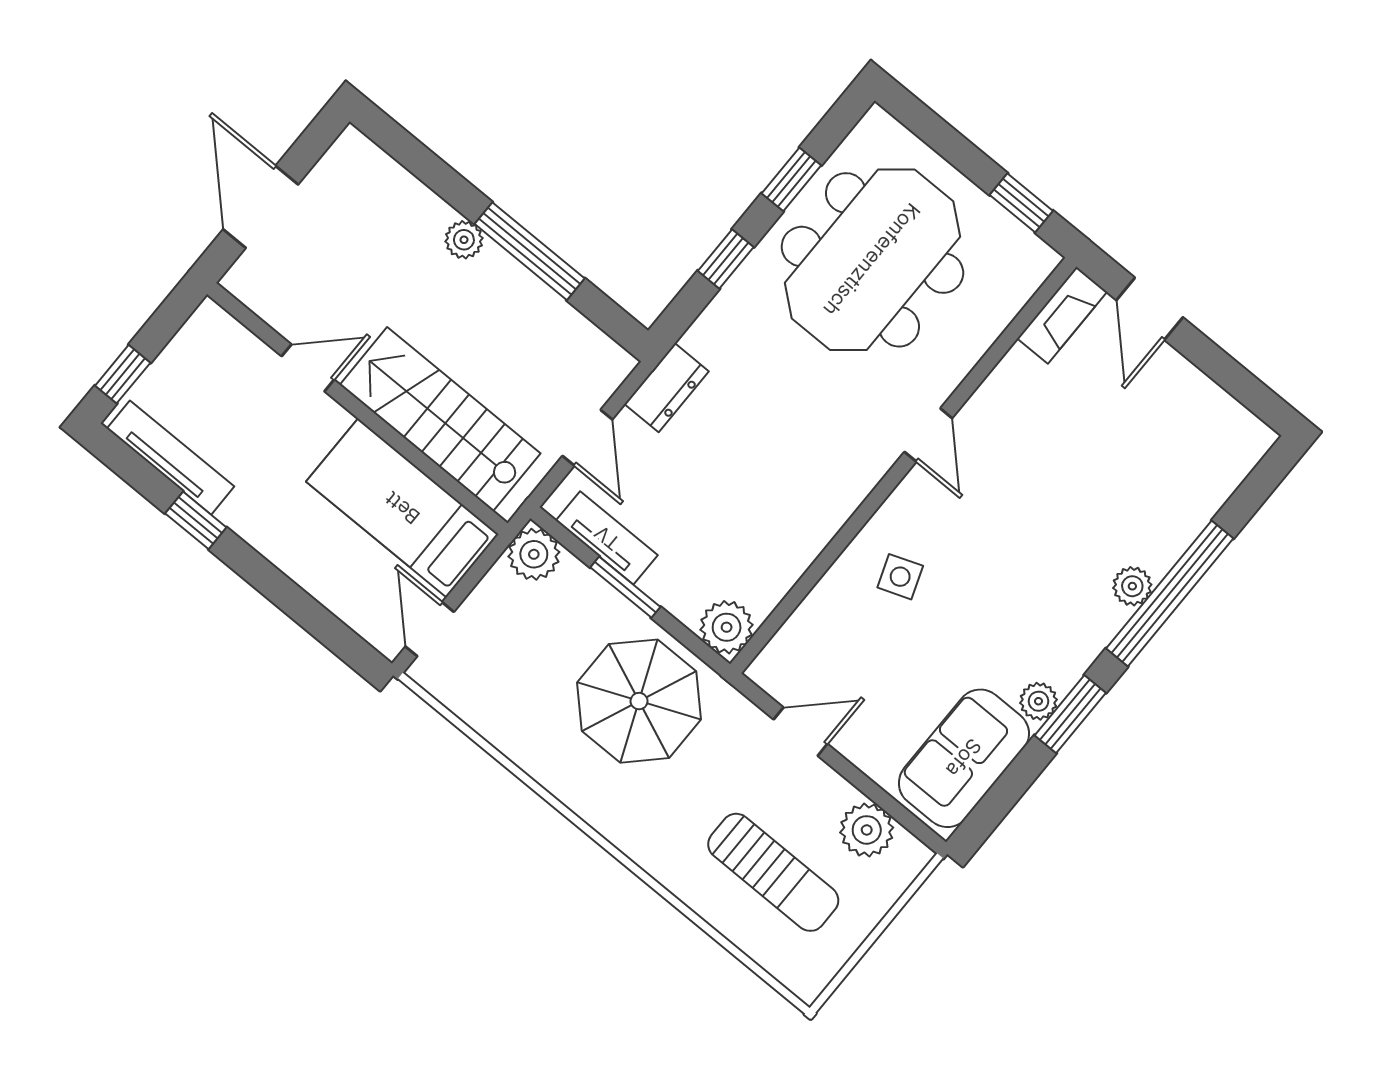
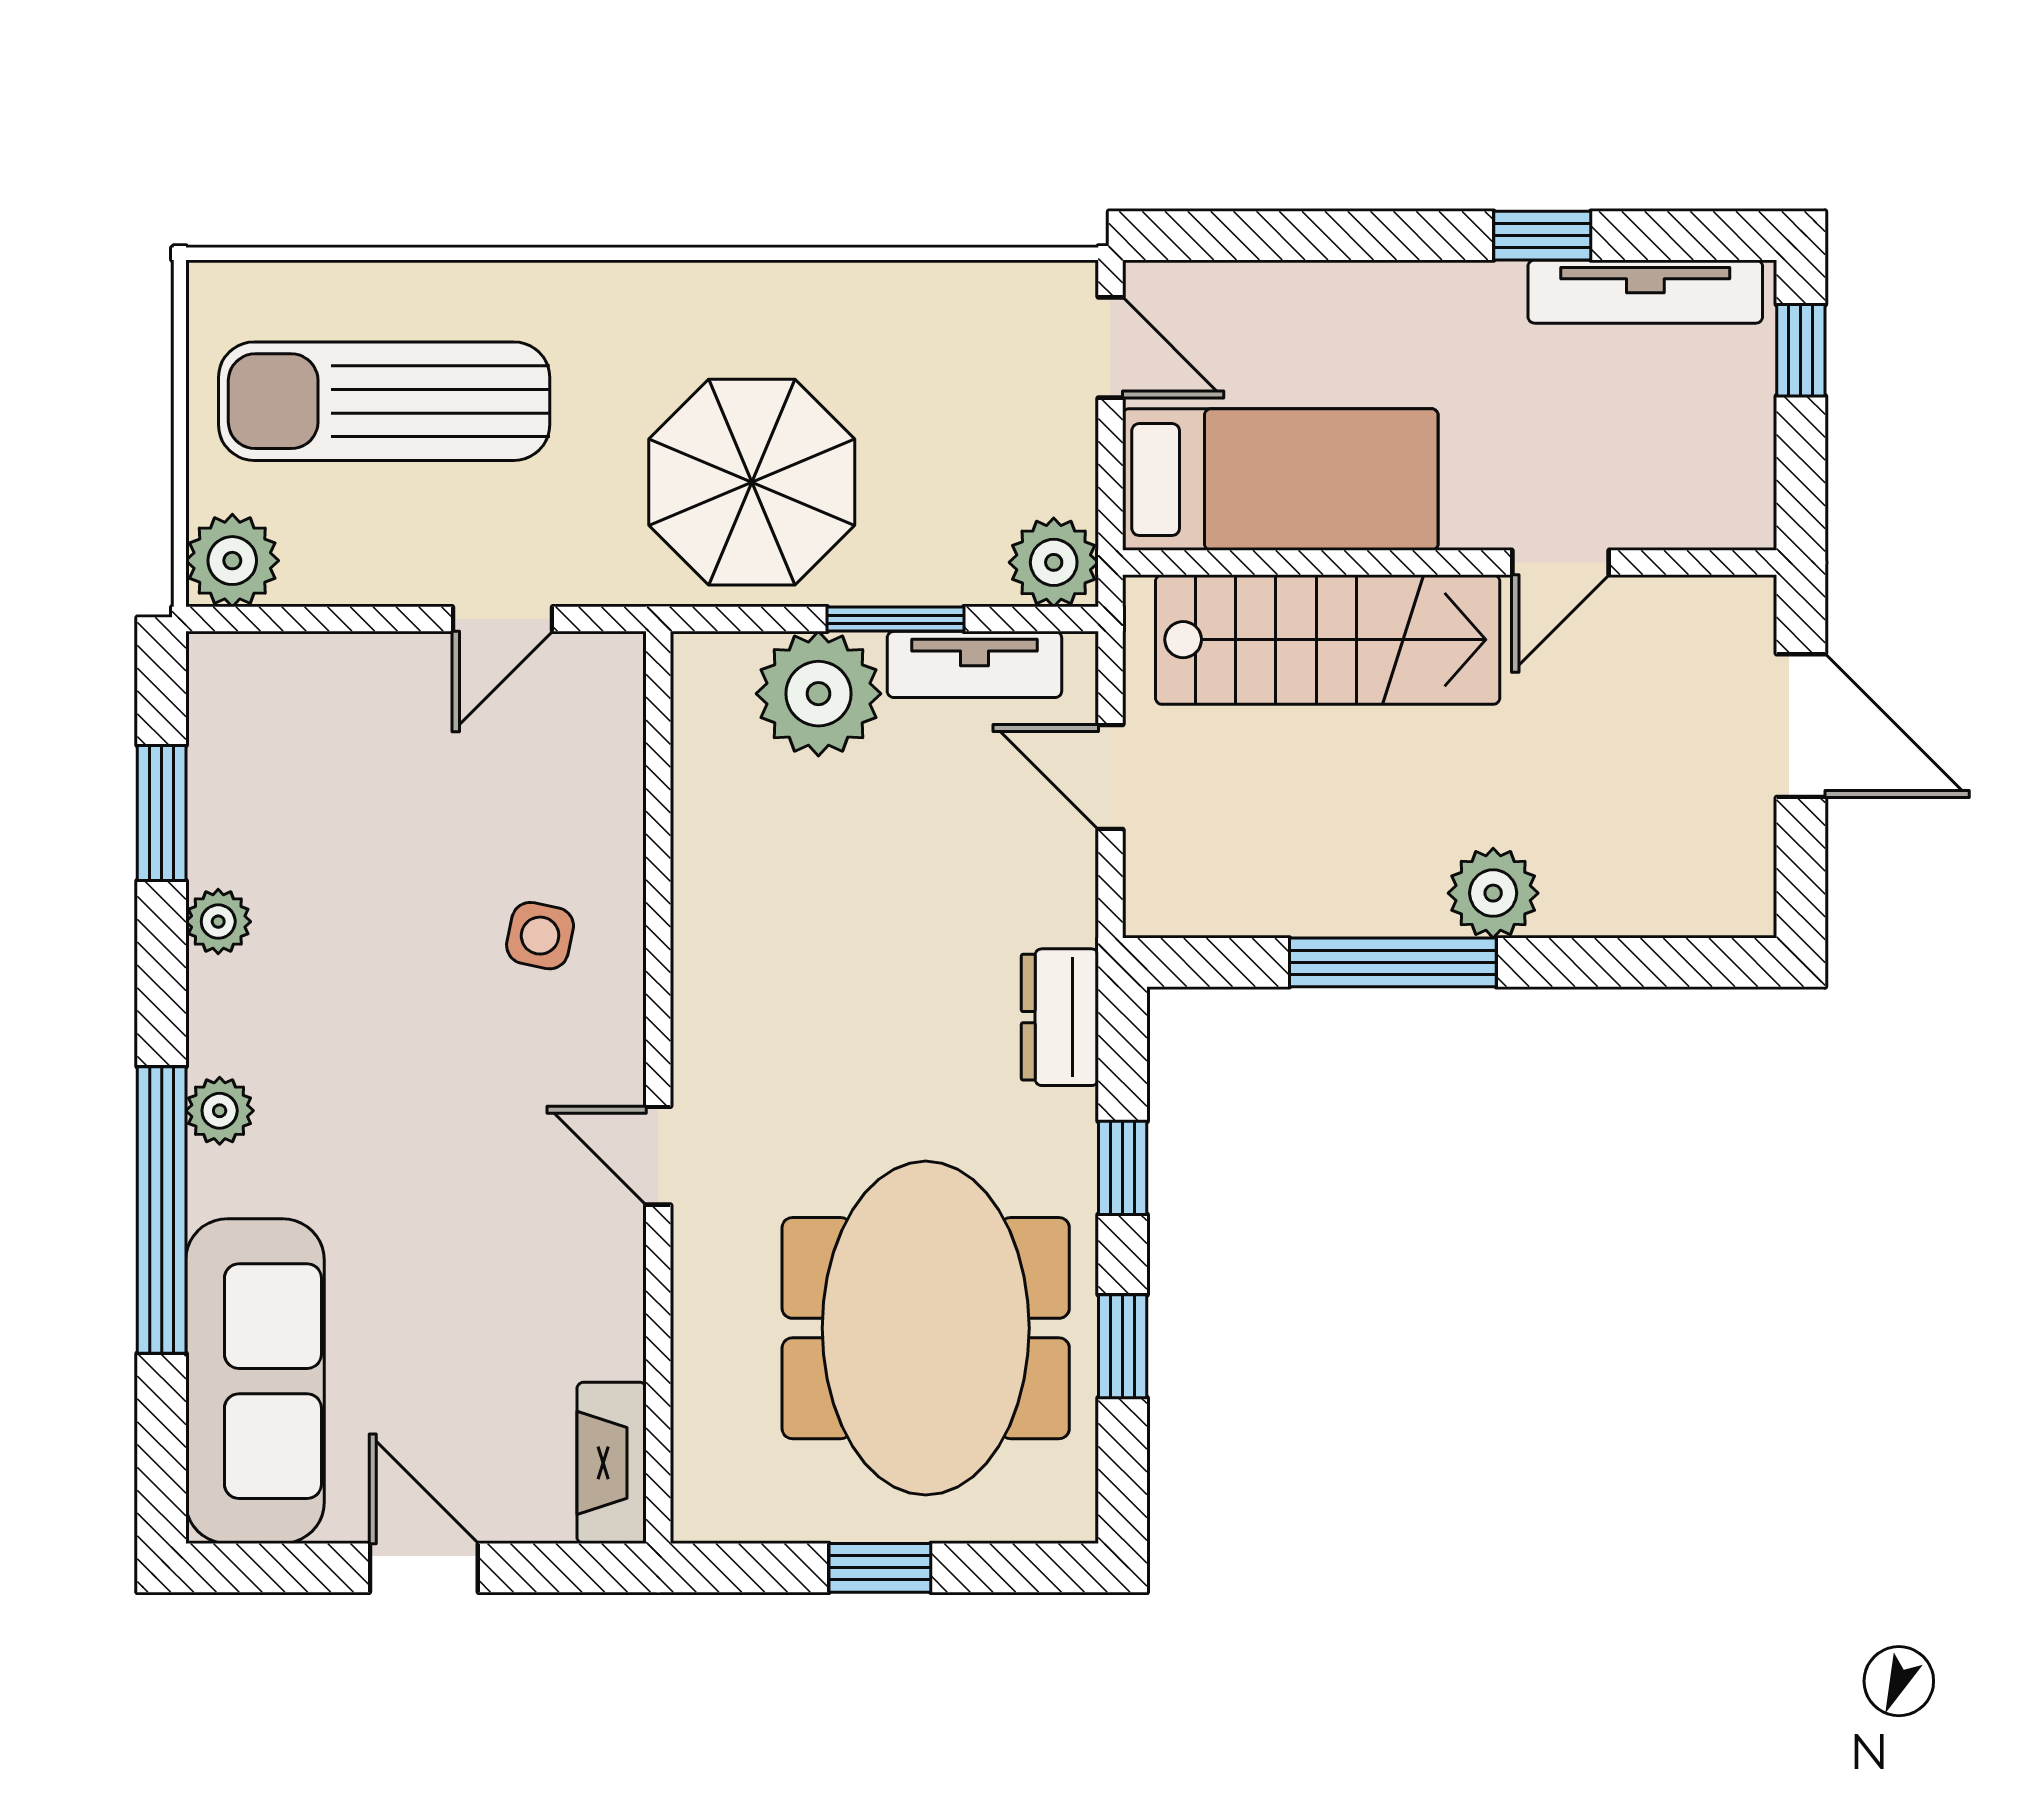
window: (1021, 203) -> (880, 1568), moved
plant: (464, 240) -> (1493, 893), width x1.38, depth x1.38
door: (1150, 309) -> (424, 1568), moved
dresser: (667, 388) -> (1060, 1017), moved
side table: (900, 577) -> (540, 936), turned 32
plant: (1132, 586) -> (220, 1111), moved
plant: (727, 627) -> (818, 694), moved, width x1.36, depth x1.36
window: (1070, 714) -> (162, 813), moved
sofa: (964, 758) -> (255, 1381), moved, width x1.36
plant: (867, 830) -> (232, 561), moved
sun lounger: (773, 872) -> (384, 401), width x1.36, depth x1.34

